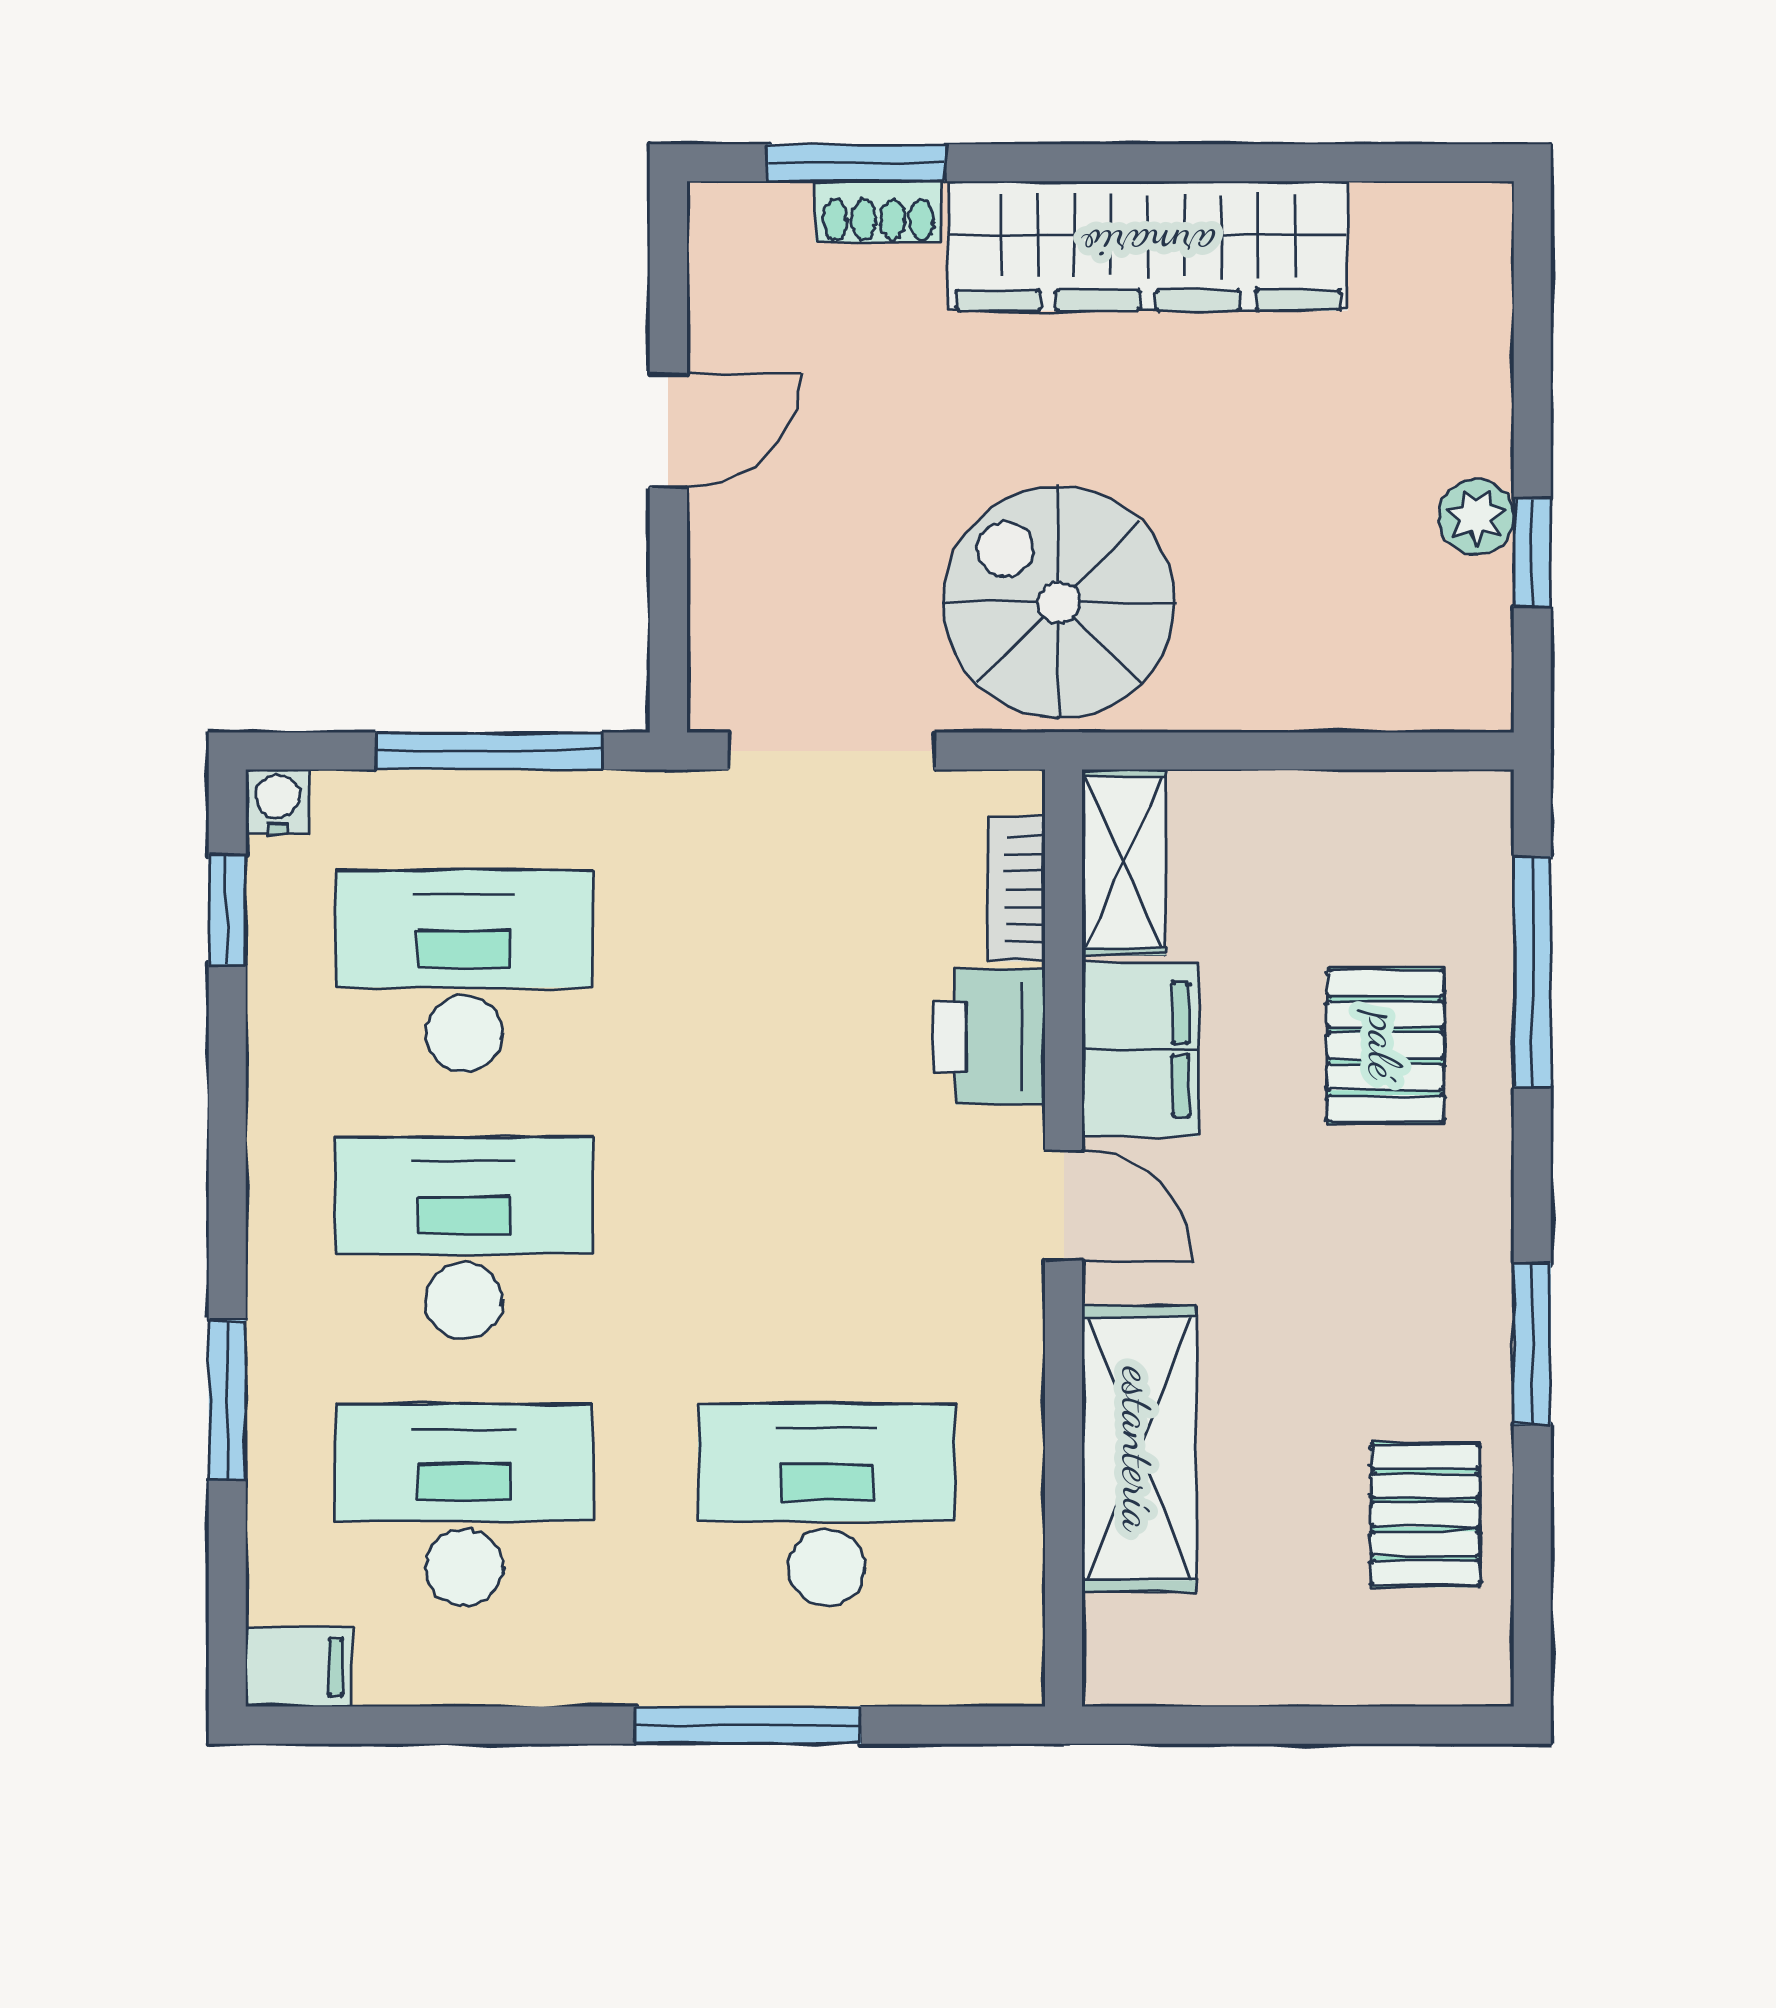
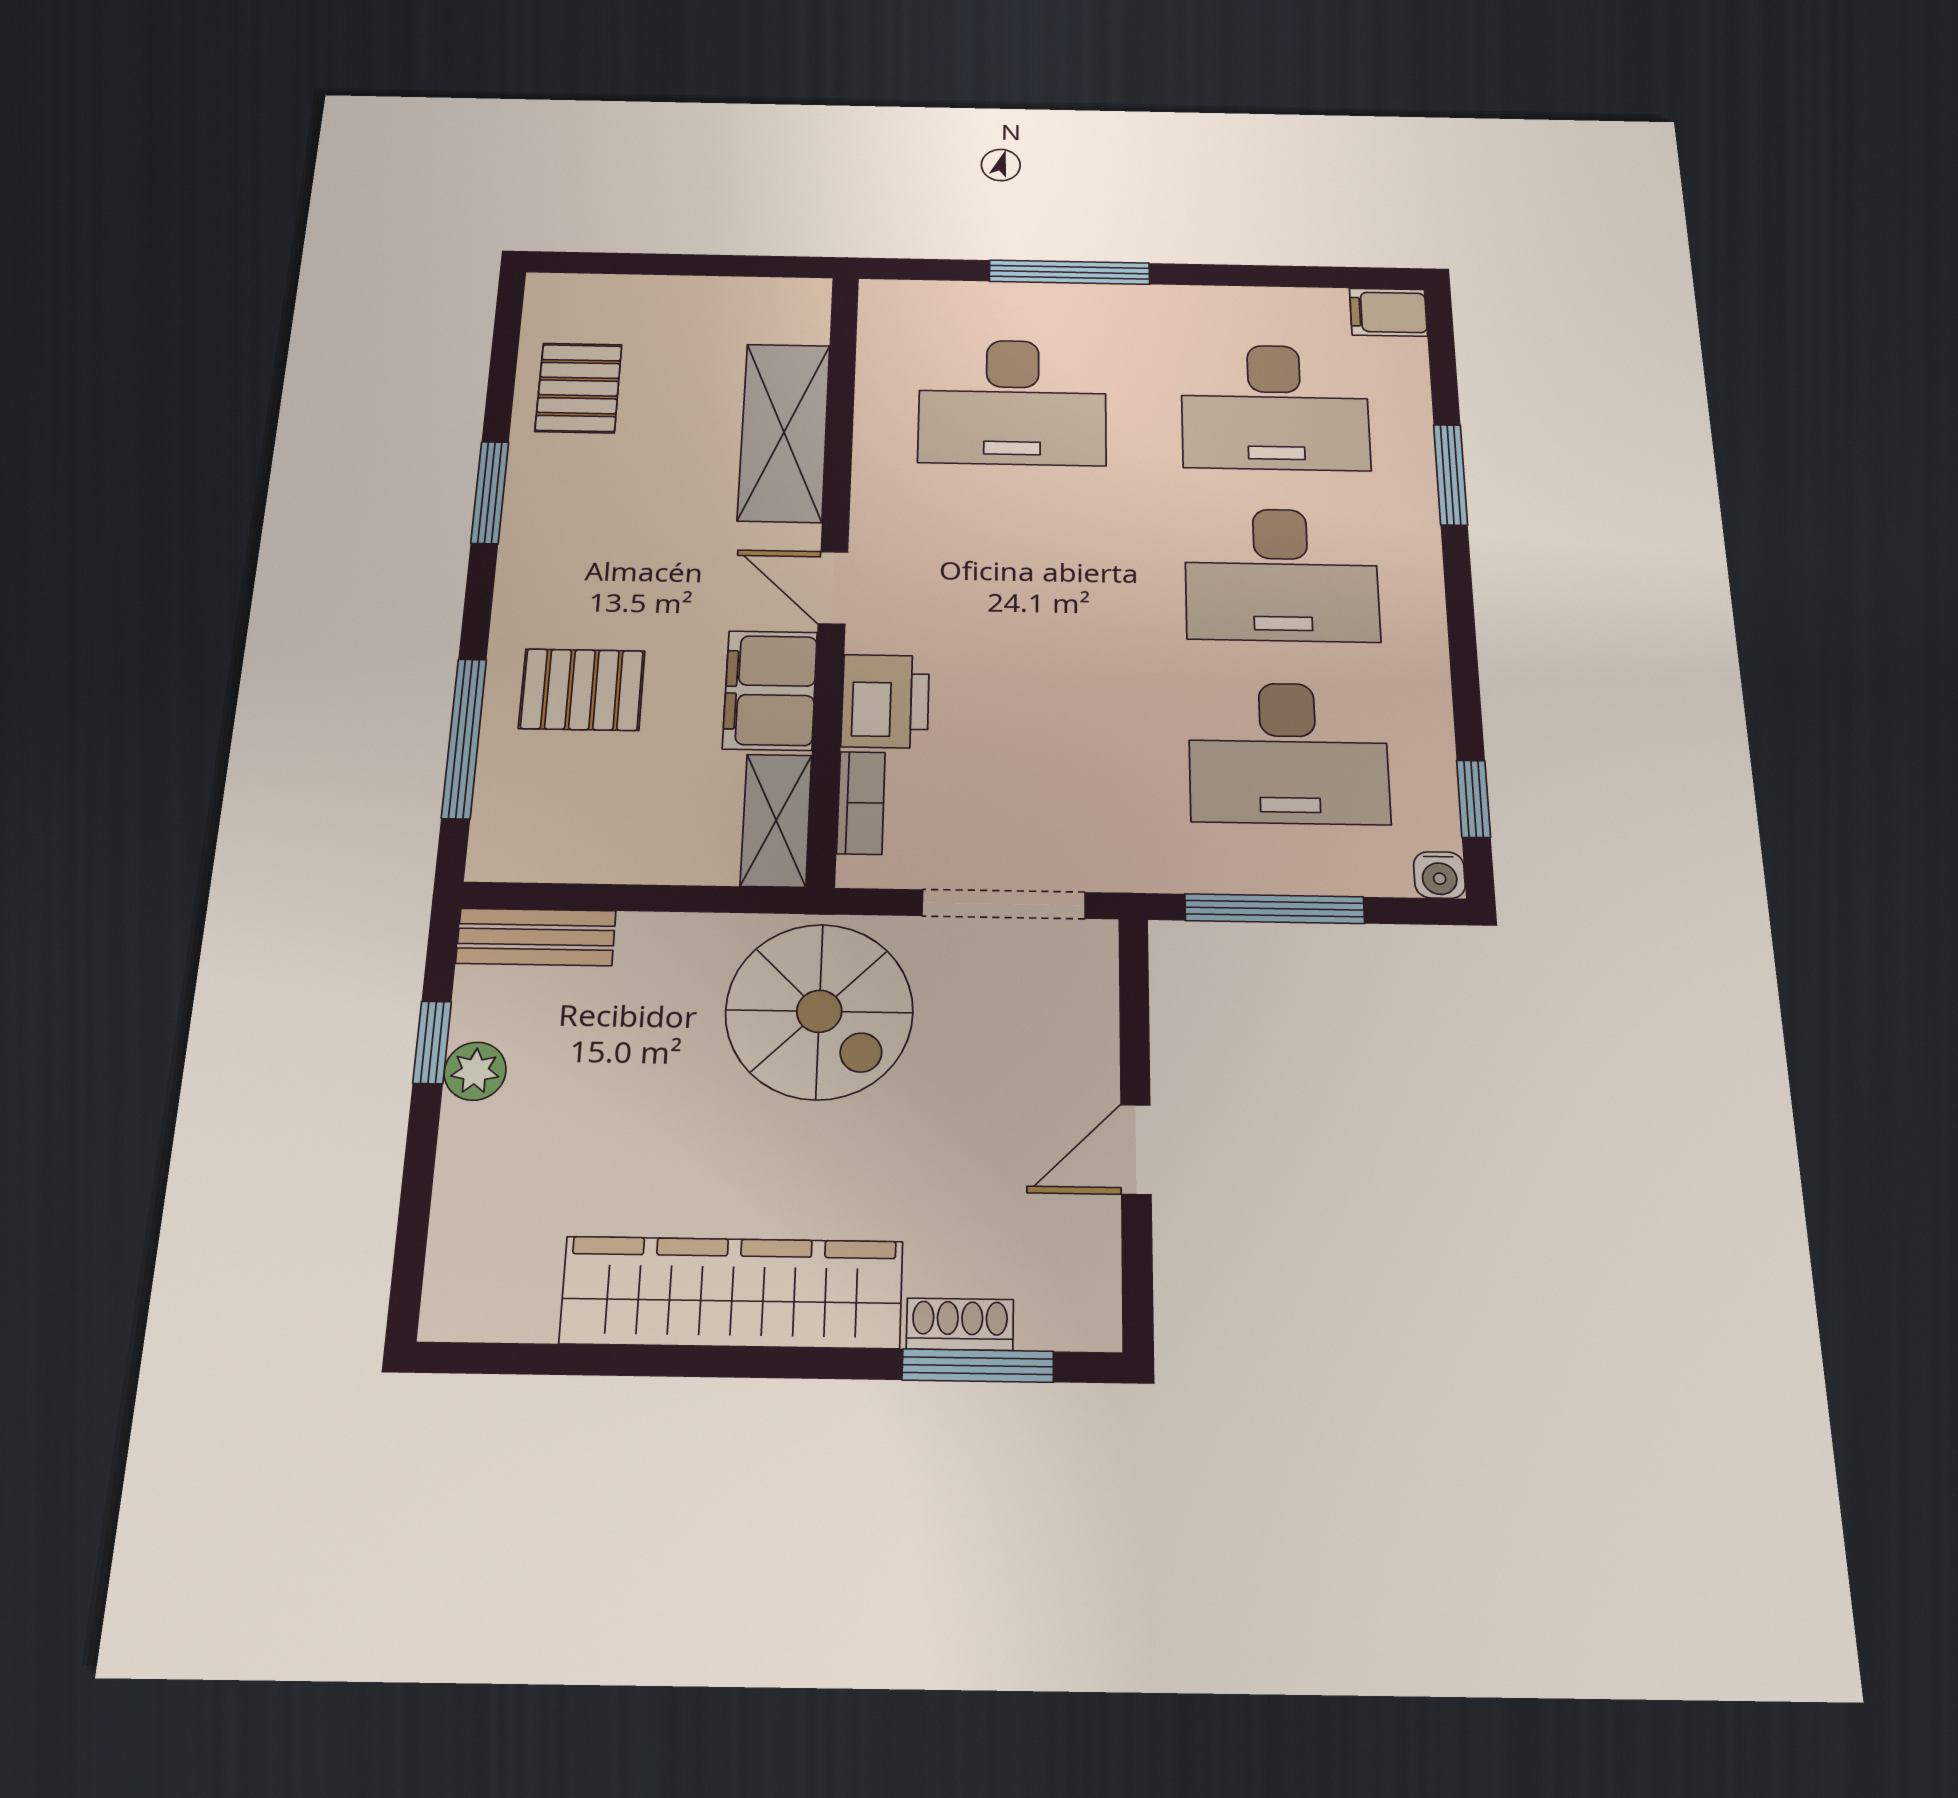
bench: (1417, 695) -> (536, 937), added
pallet: (1385, 1046) -> (582, 690), turned 90

